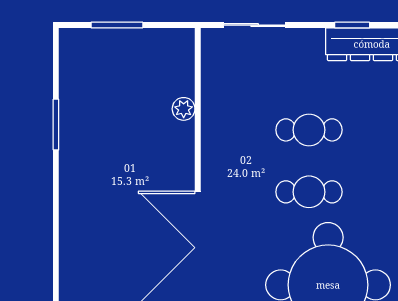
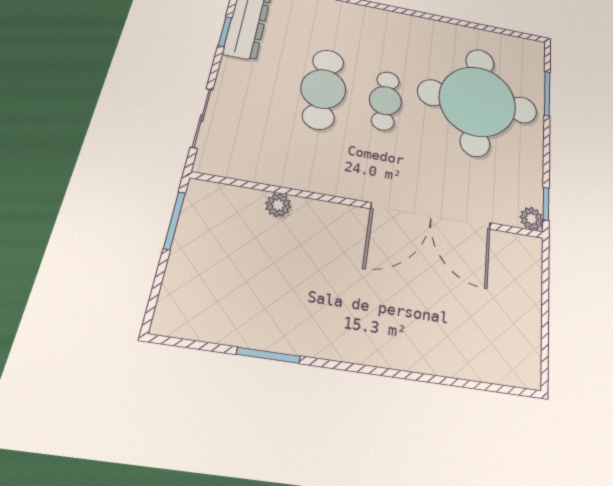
window: (117, 25) -> (174, 220), moved
cafe table: (309, 130) -> (323, 89), width x1.37, depth x1.35

